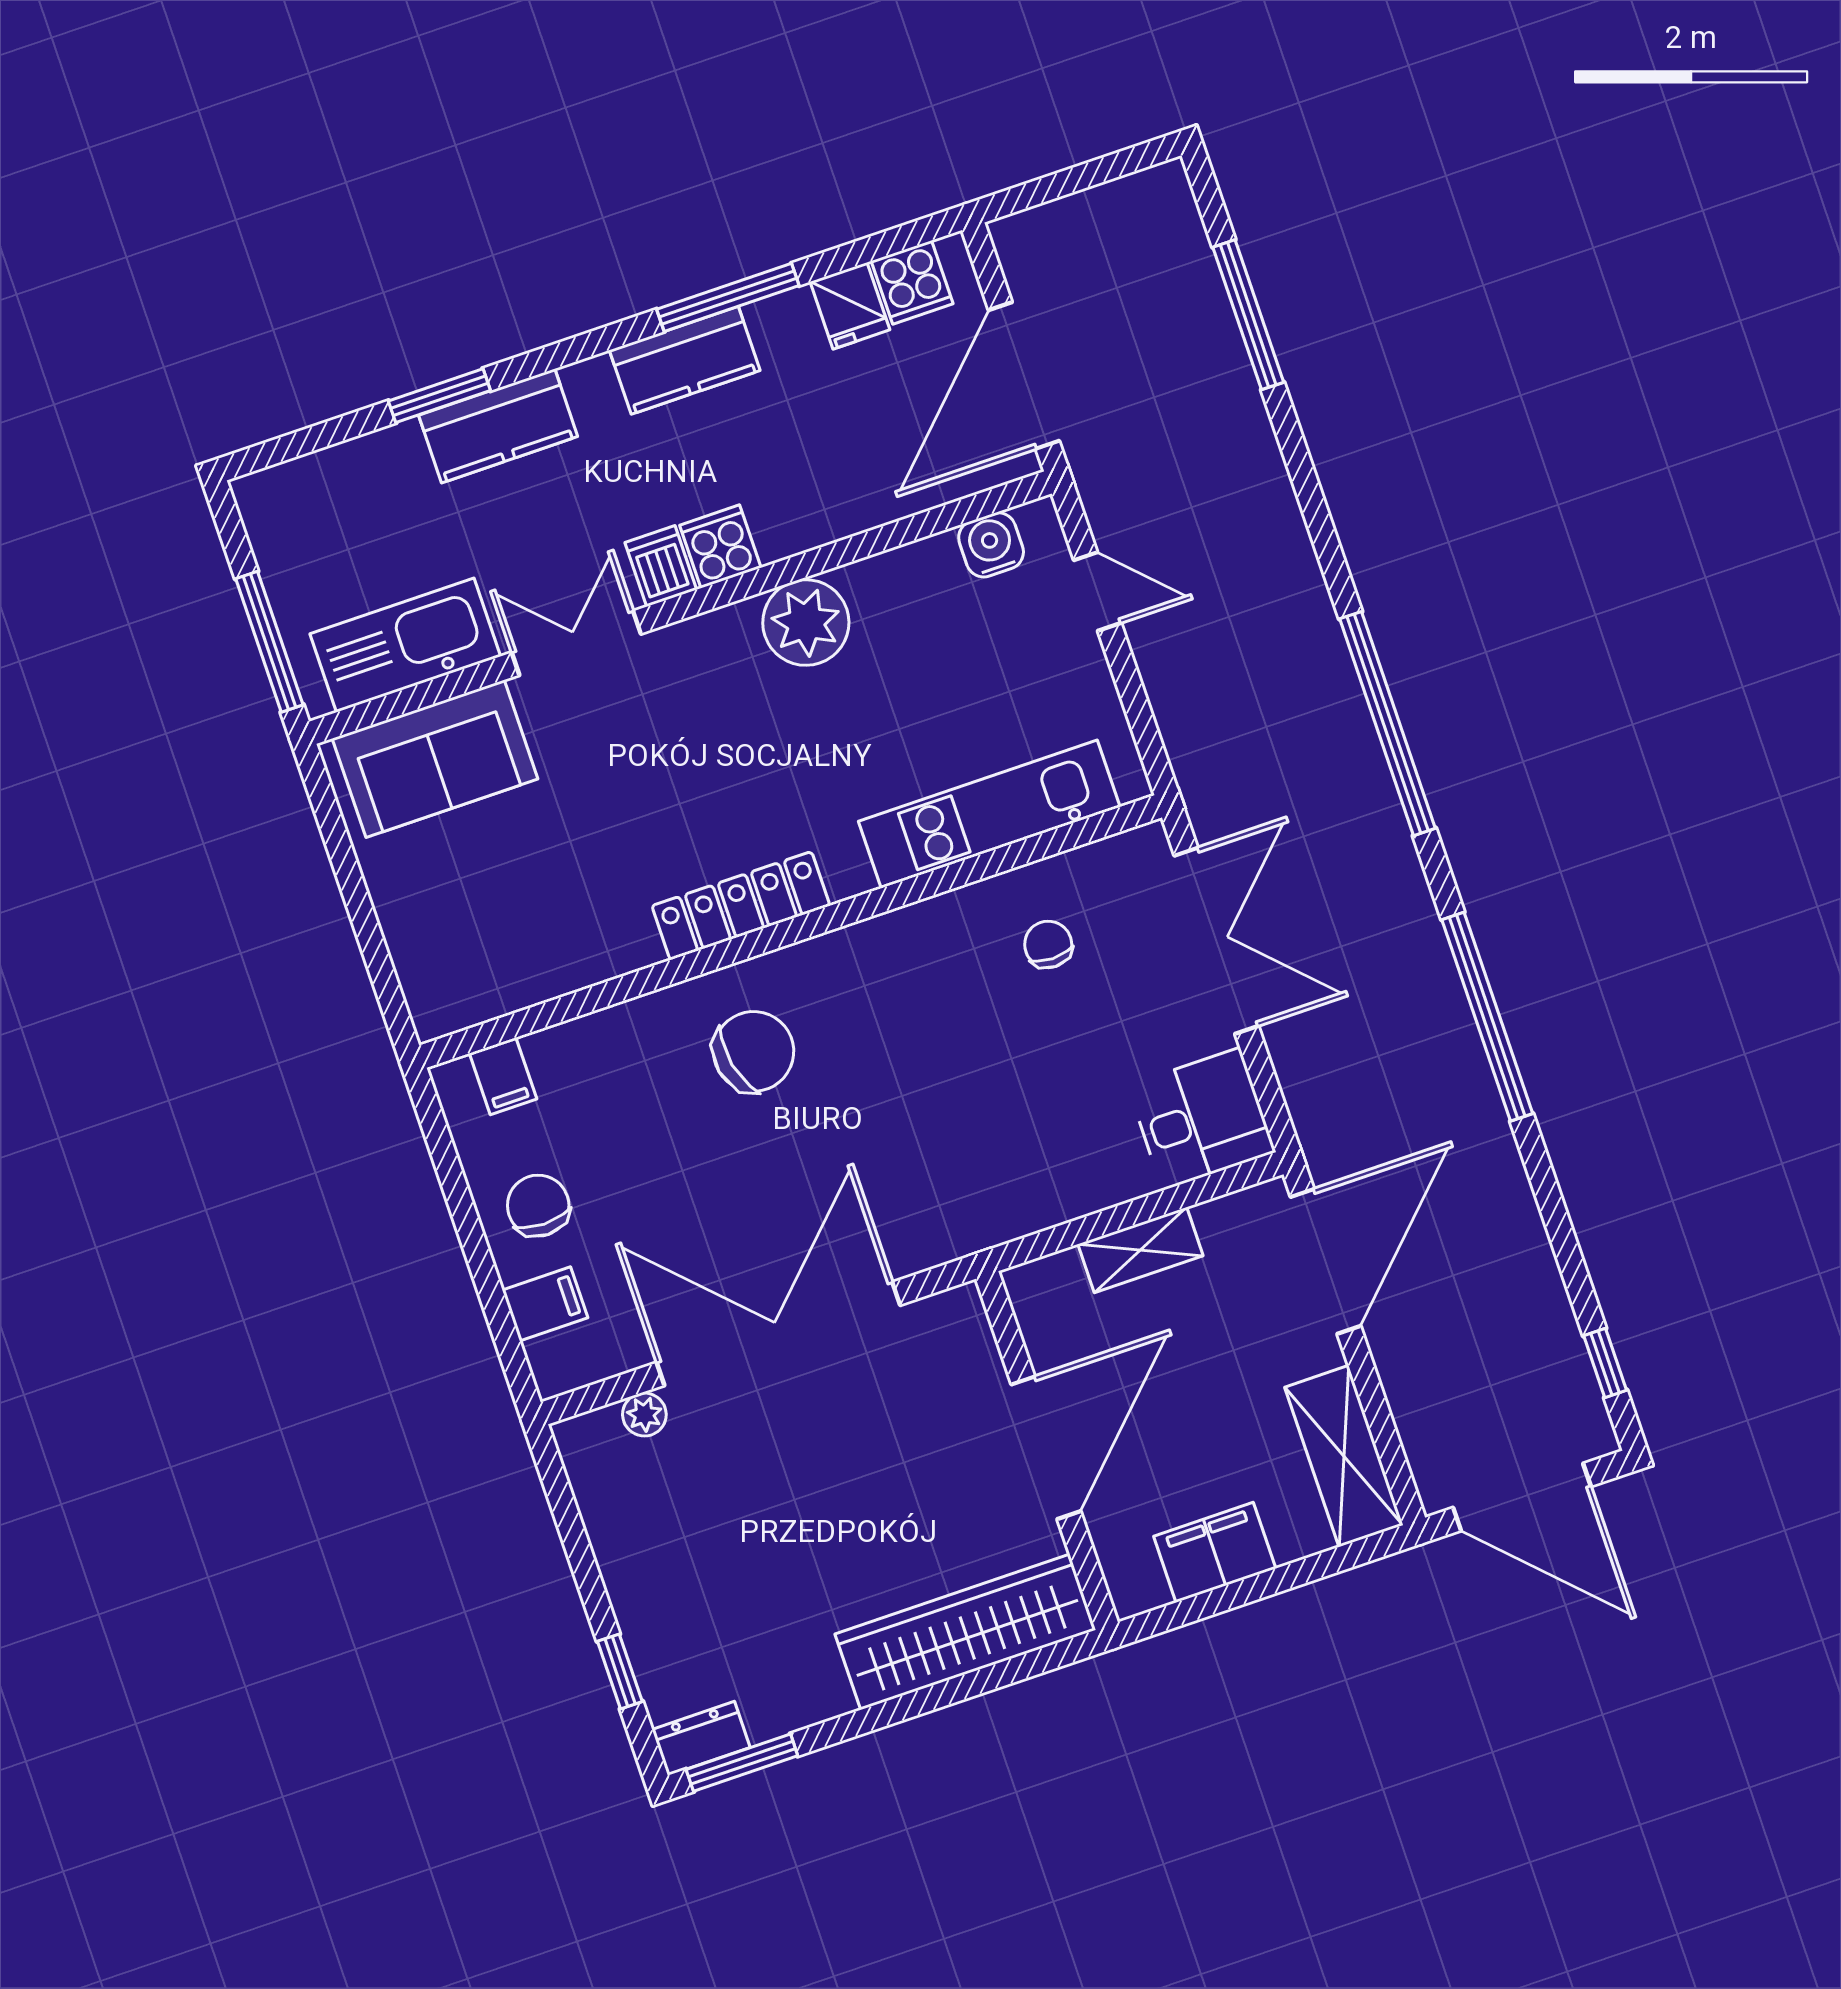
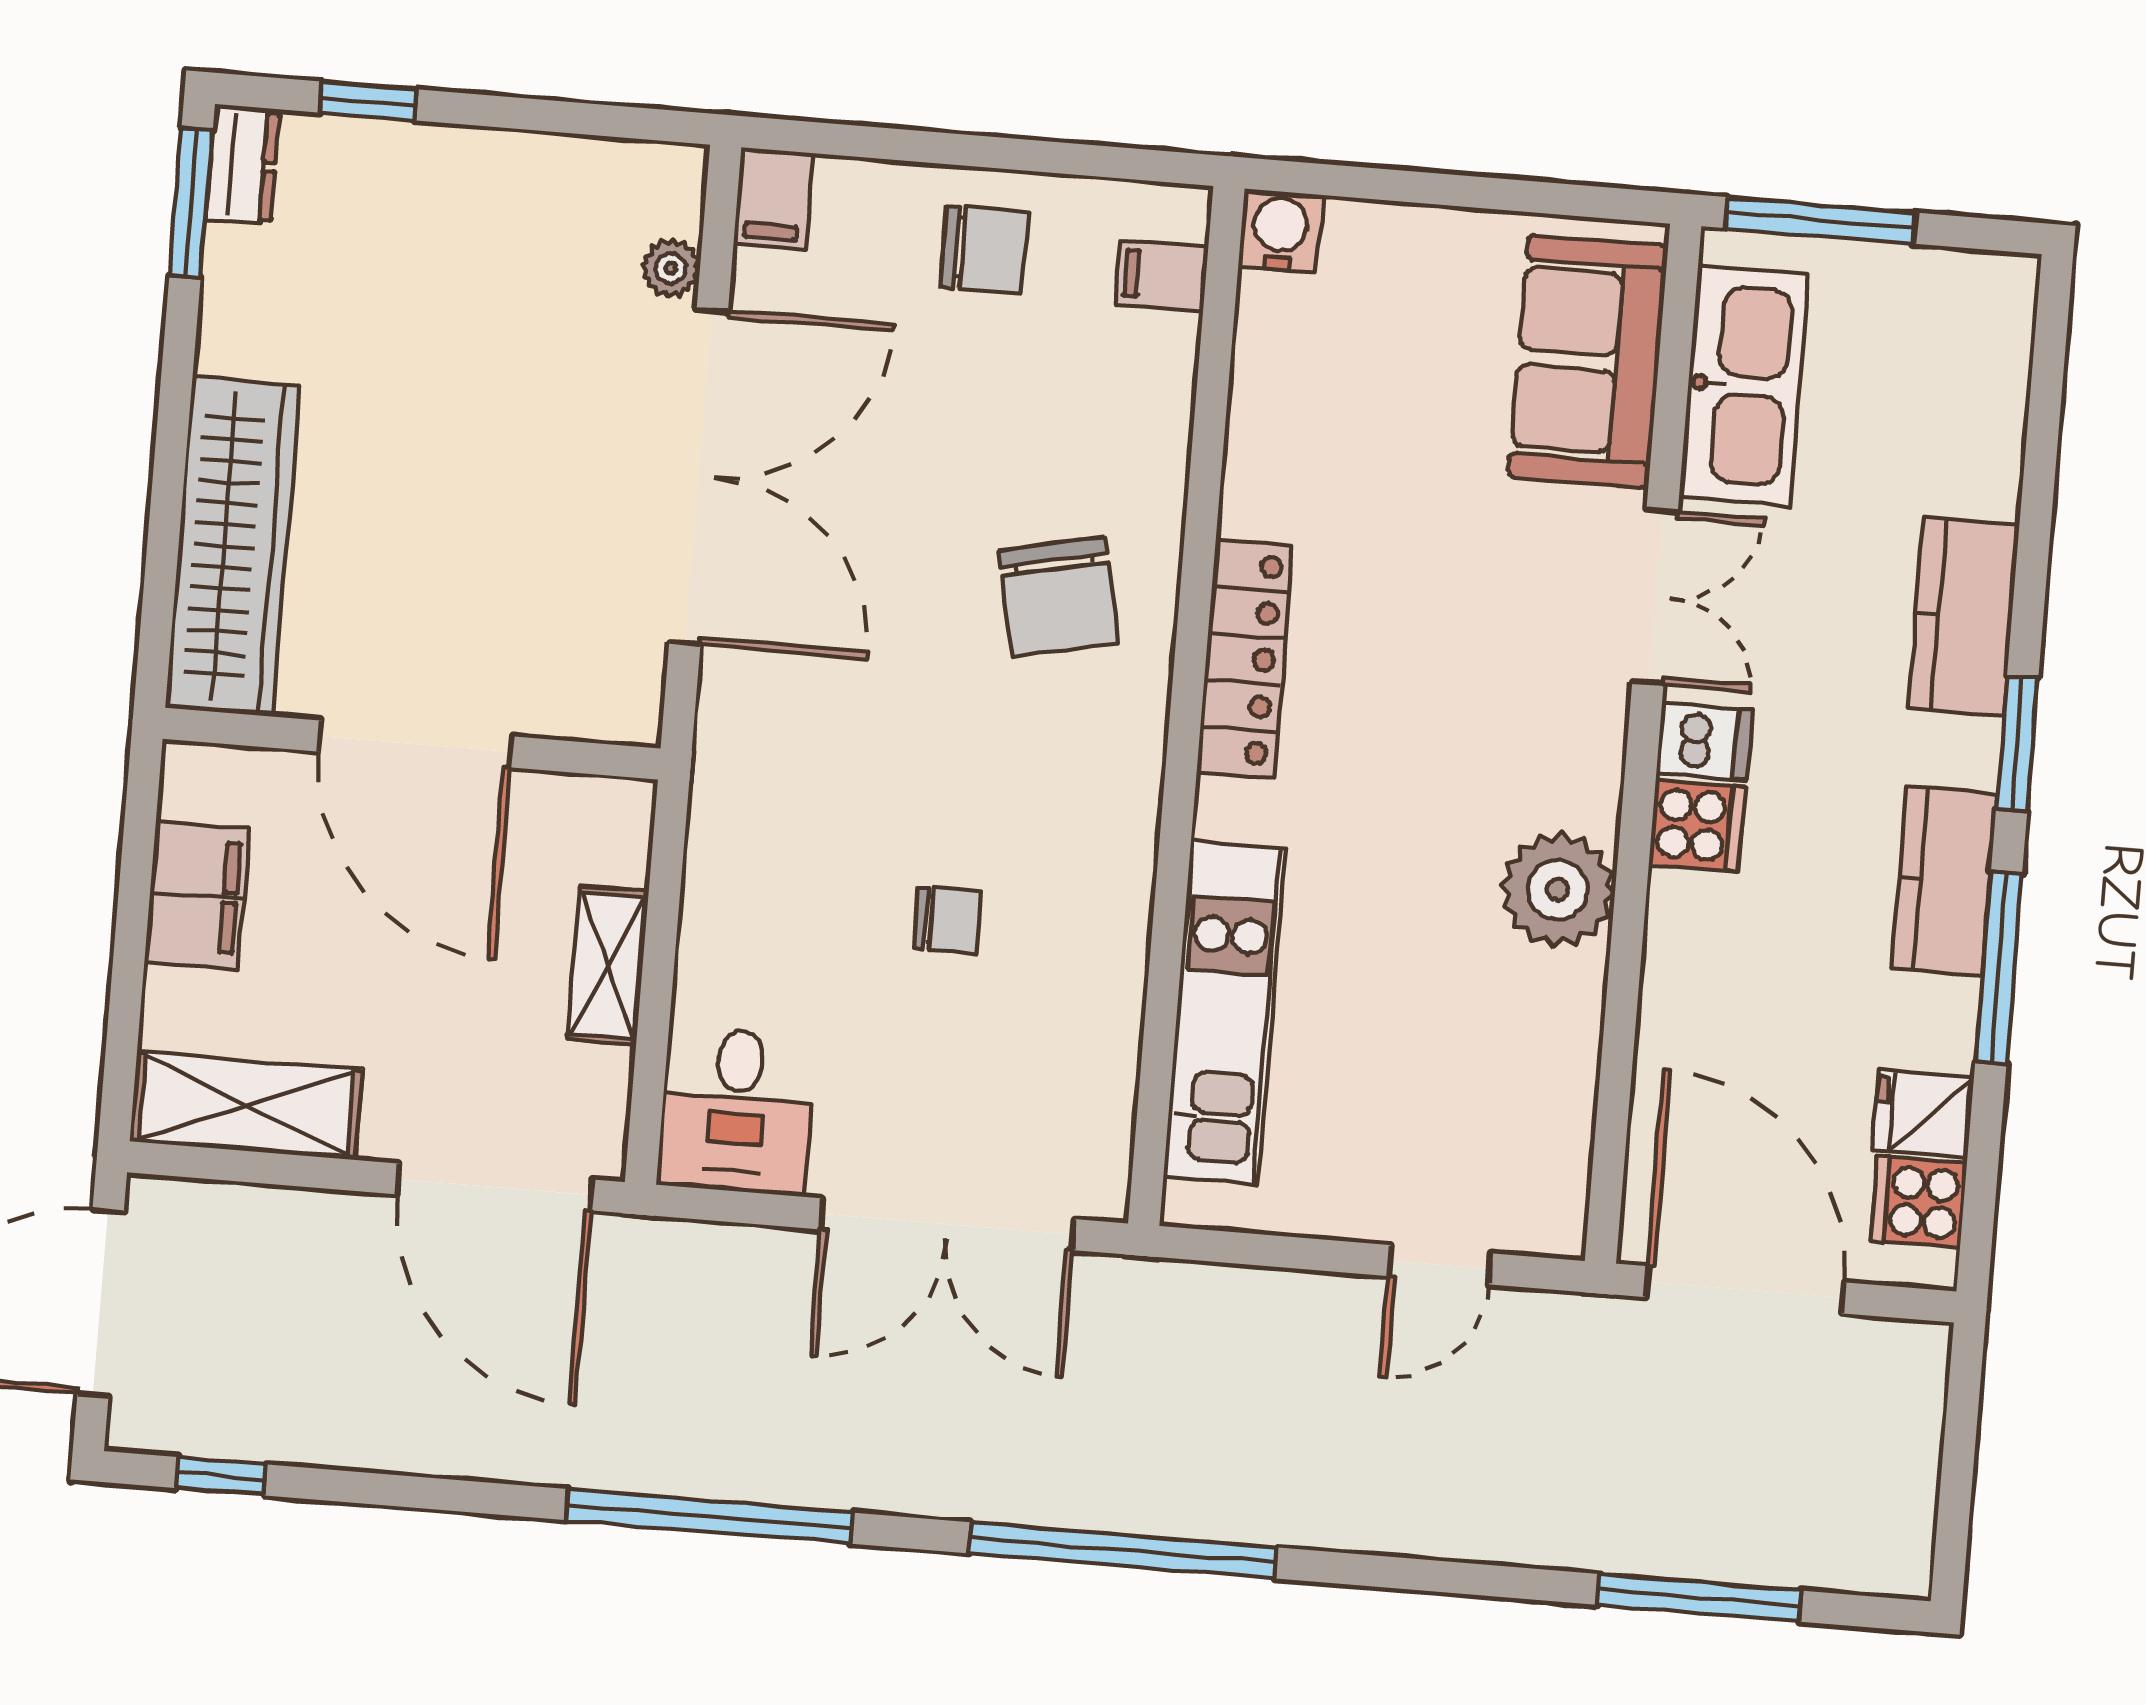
window: (439, 396) -> (2017, 744), moved
water cooler: (991, 545) -> (1280, 231), moved, turned -90
chair: (1048, 944) -> (947, 921), moved
filing cabinet: (545, 1304) -> (773, 198), moved

